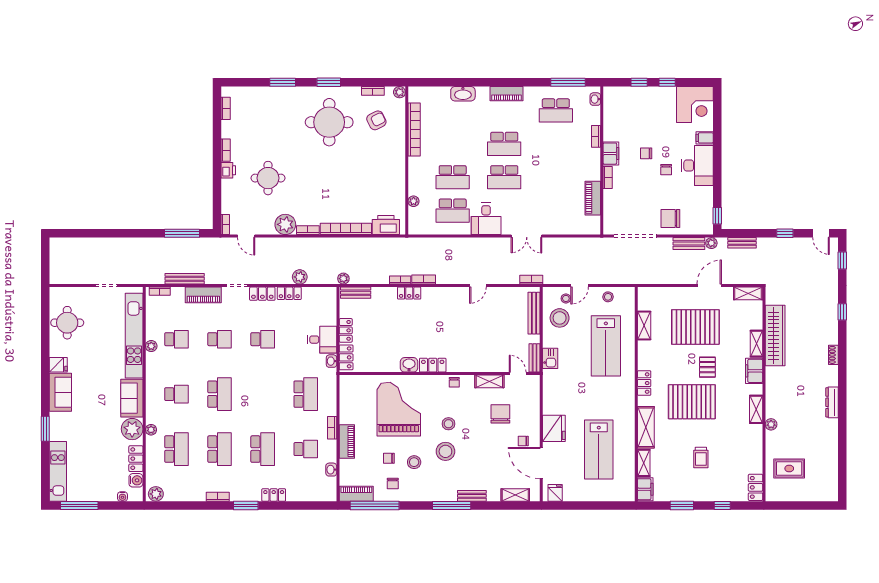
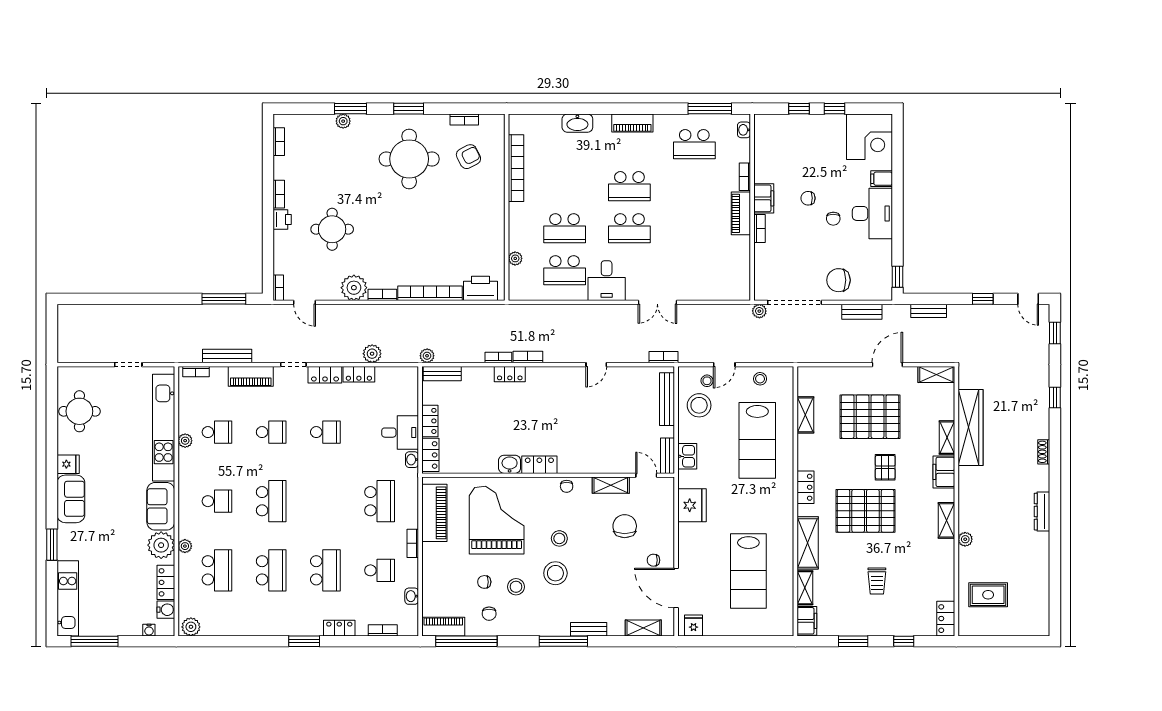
plant: (399, 92) -> (343, 121), moved
piano: (593, 198) -> (741, 213), moved
plant: (711, 243) -> (759, 311), moved
fridge: (554, 428) -> (692, 505), moved
piano: (347, 441) -> (434, 513), moved, width x1.37, depth x1.33
bookcase: (218, 497) -> (383, 630), moved

